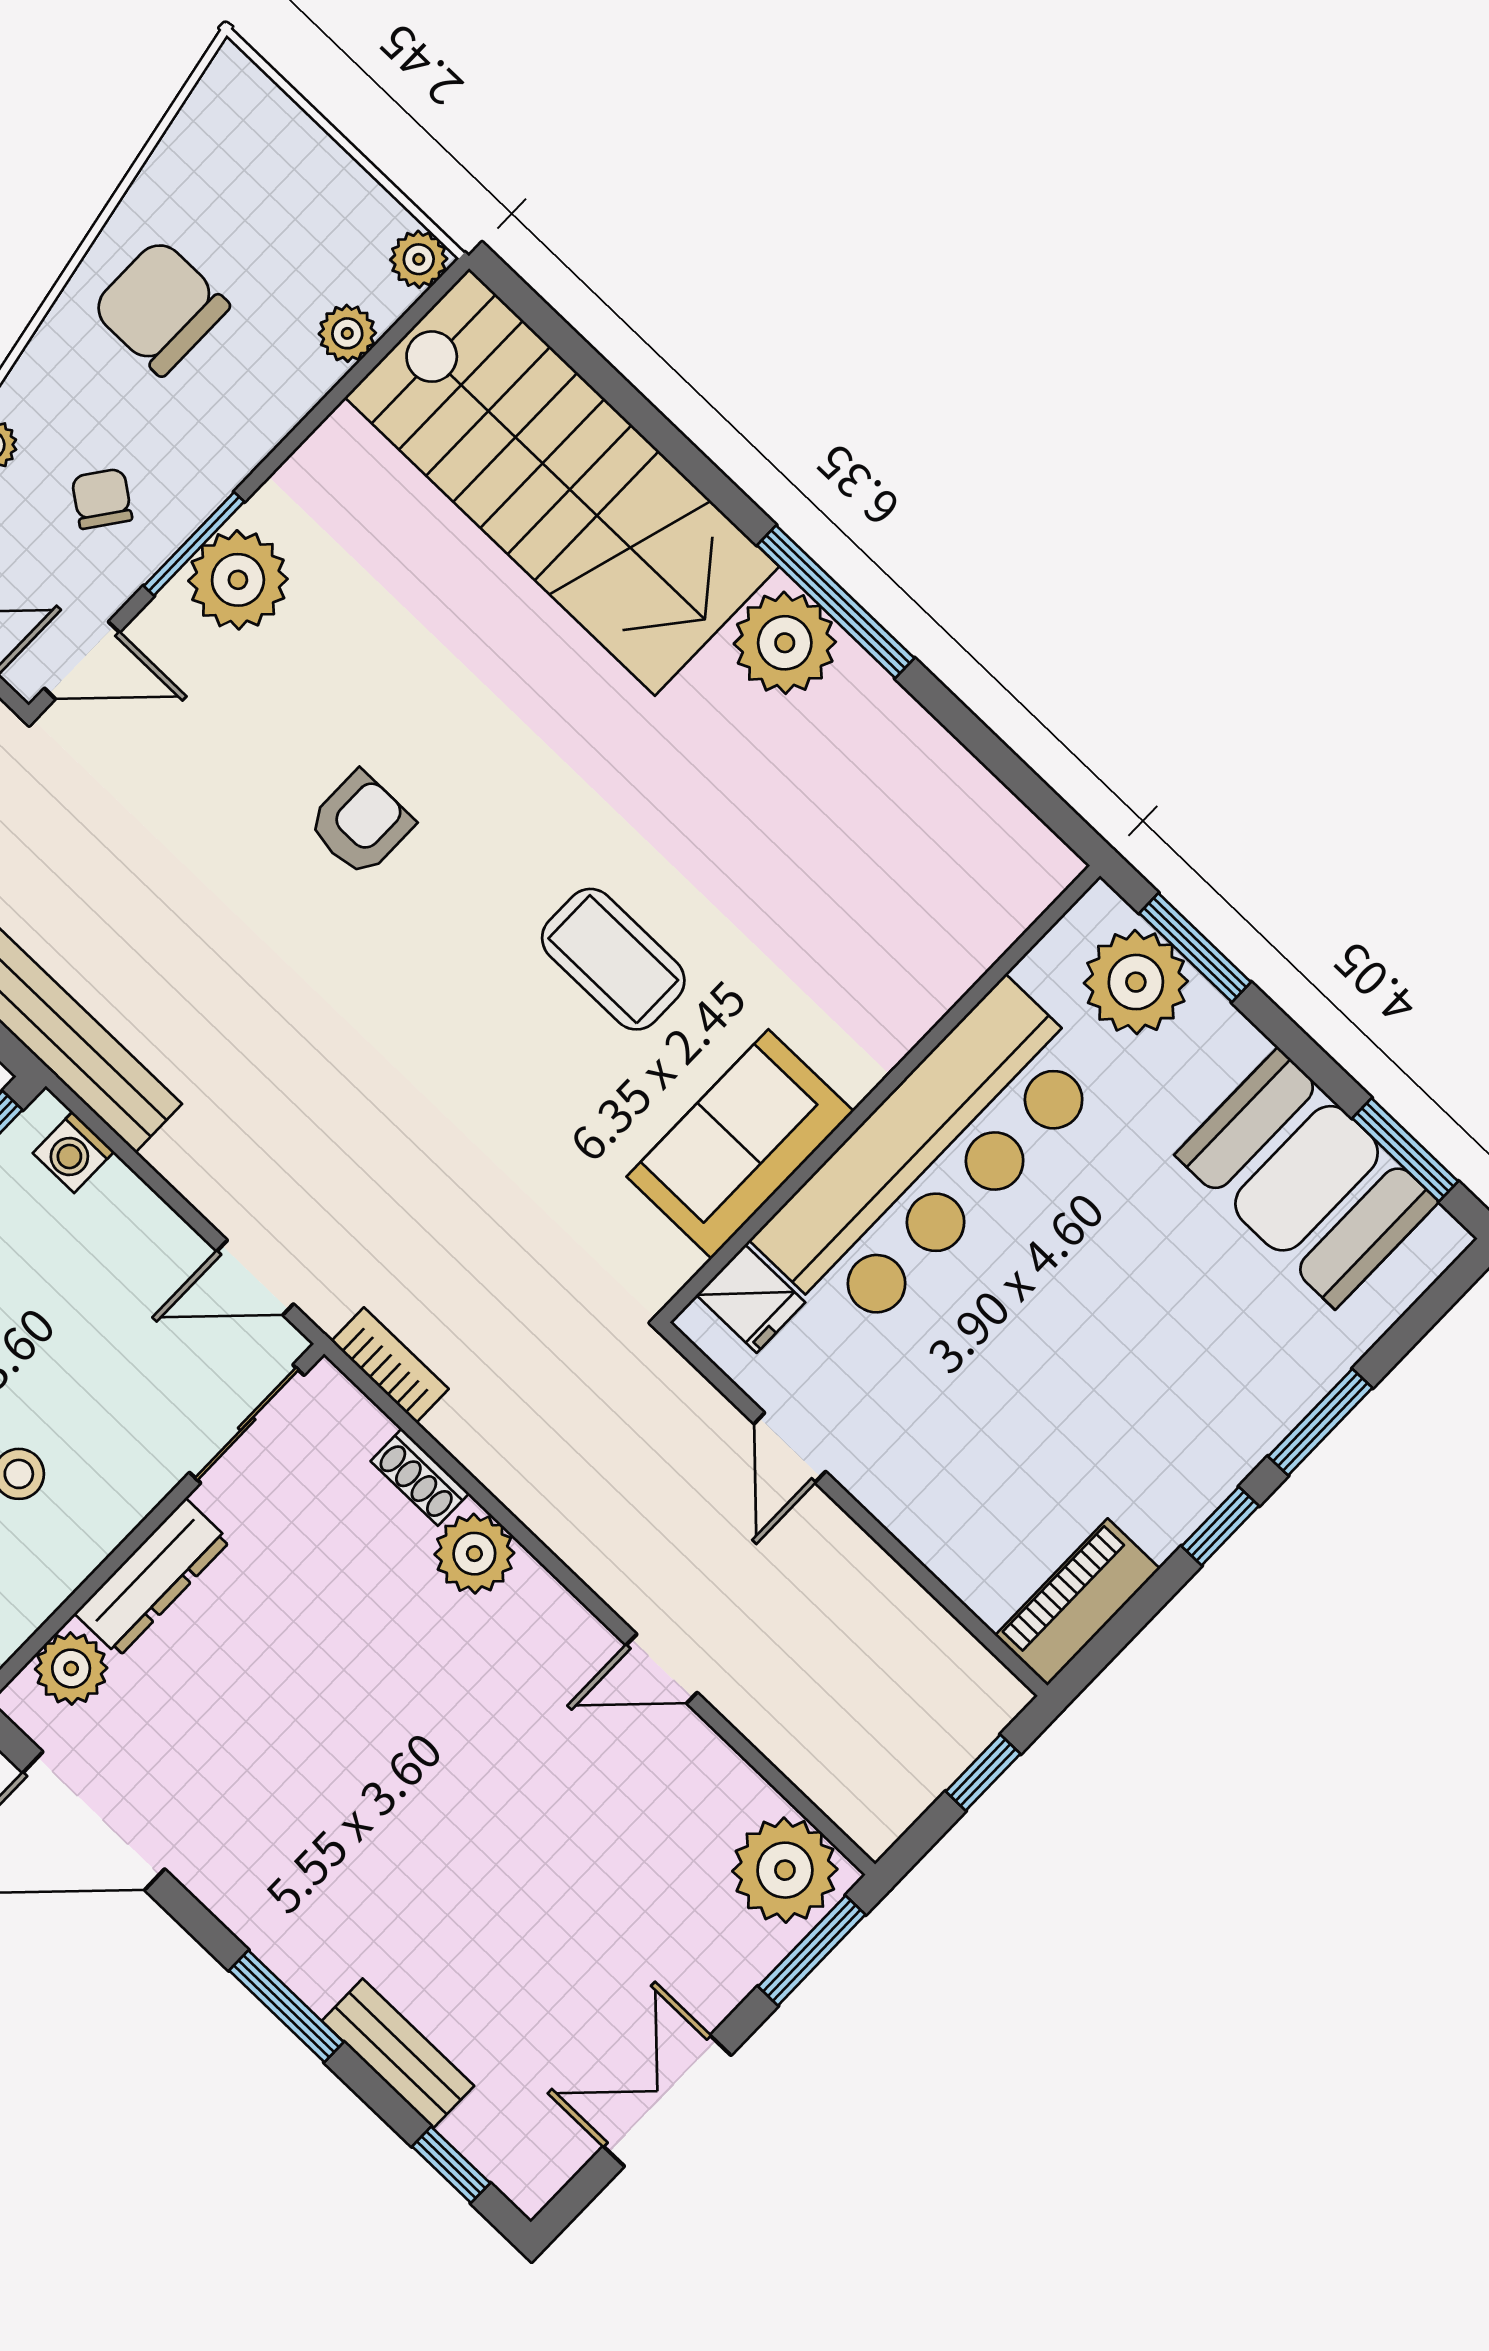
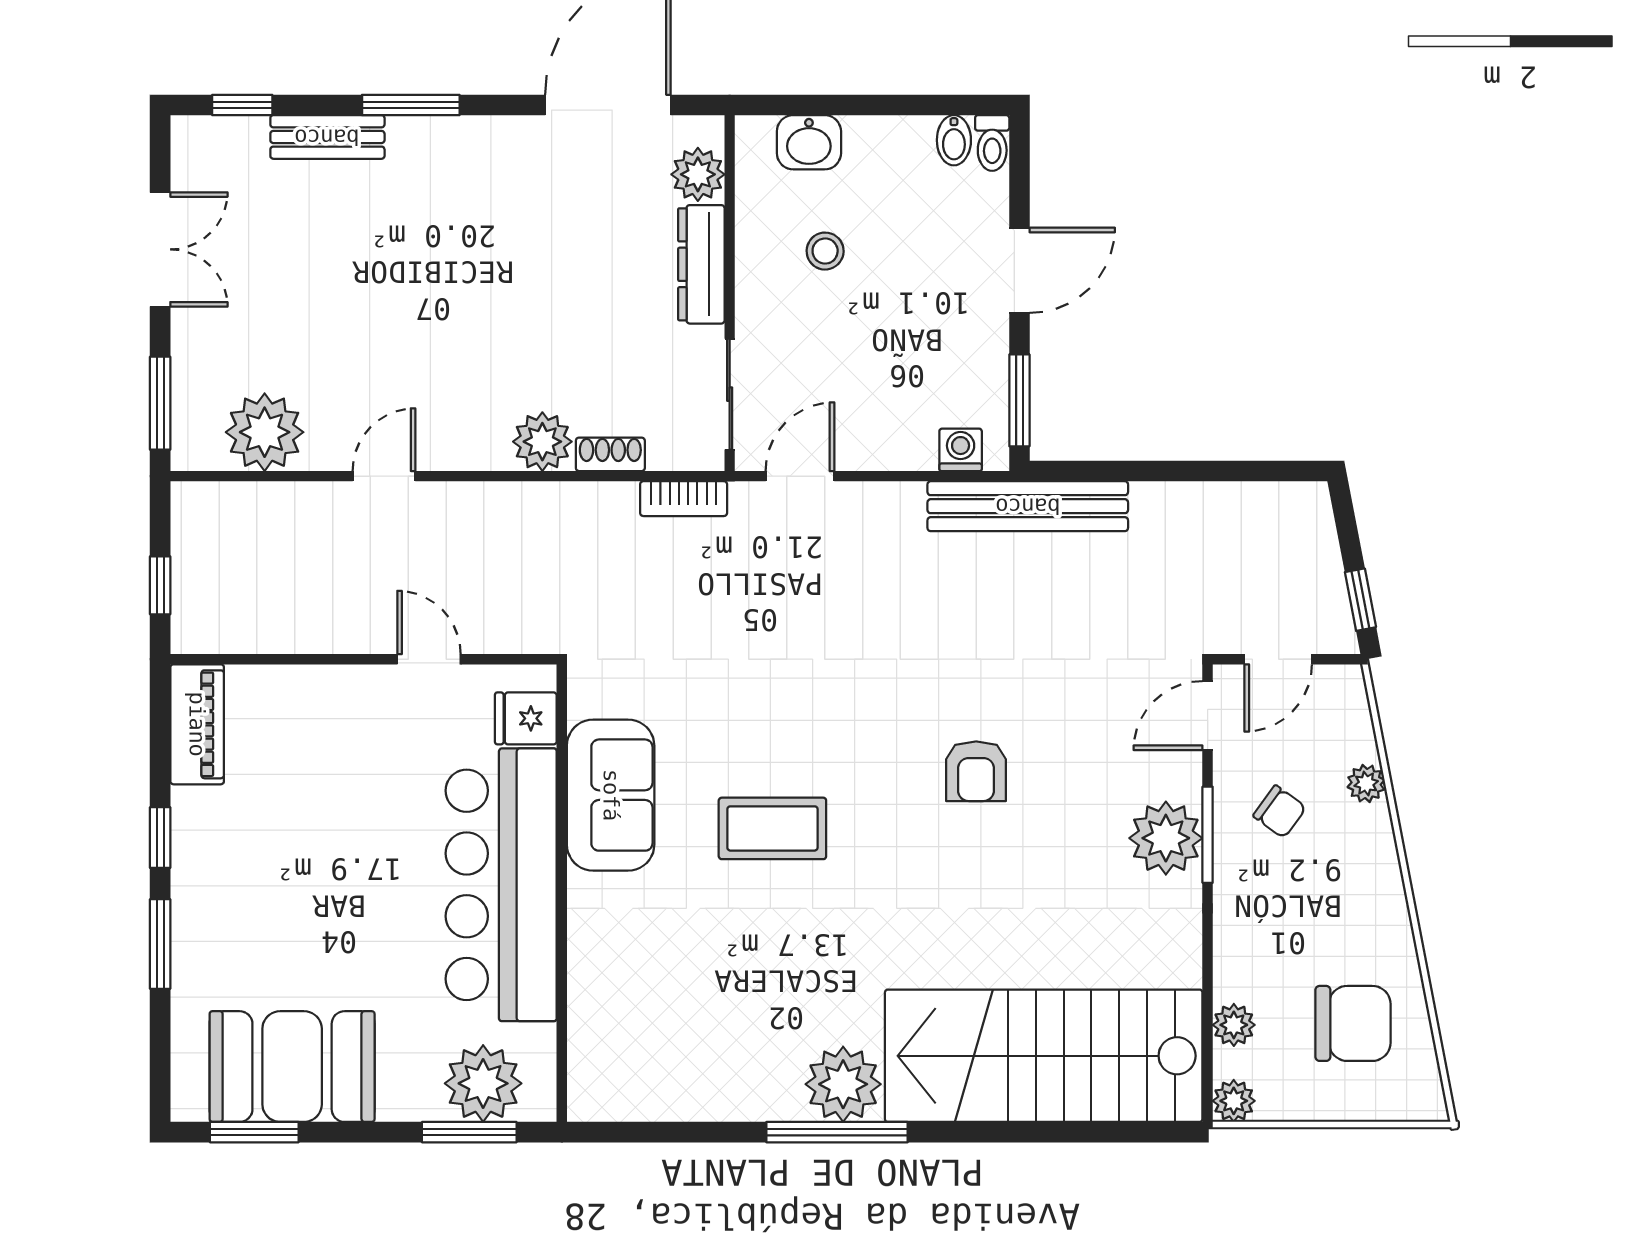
chair: (160, 307) -> (1353, 1023), moved
plant: (785, 1870) -> (265, 432), moved

